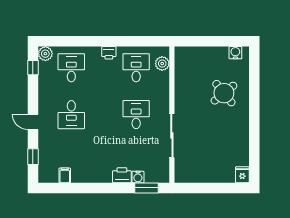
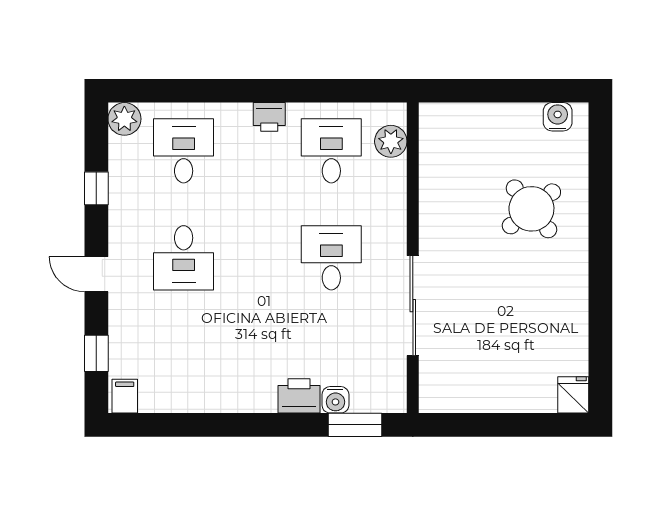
window: (33, 68) -> (96, 188), moved
filing cabinet: (65, 175) -> (125, 396), moved

